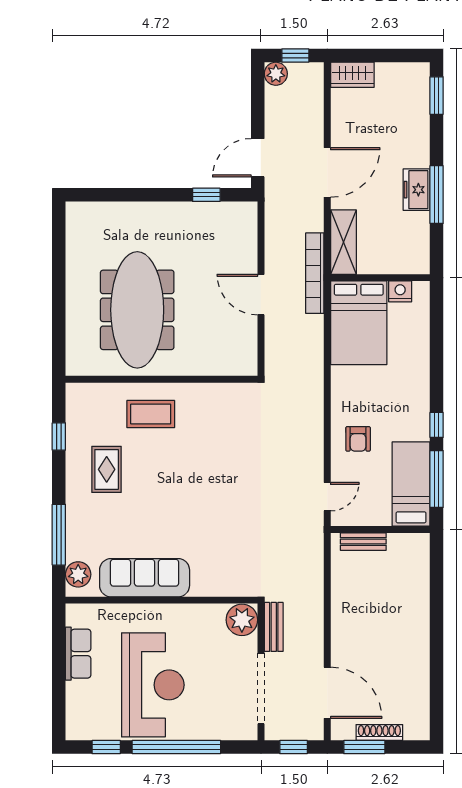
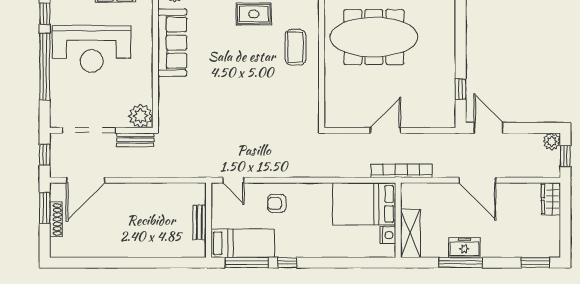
shelving: (343, 242) -> (410, 233), moved, turned 90
bench: (363, 542) -> (199, 222), moved

